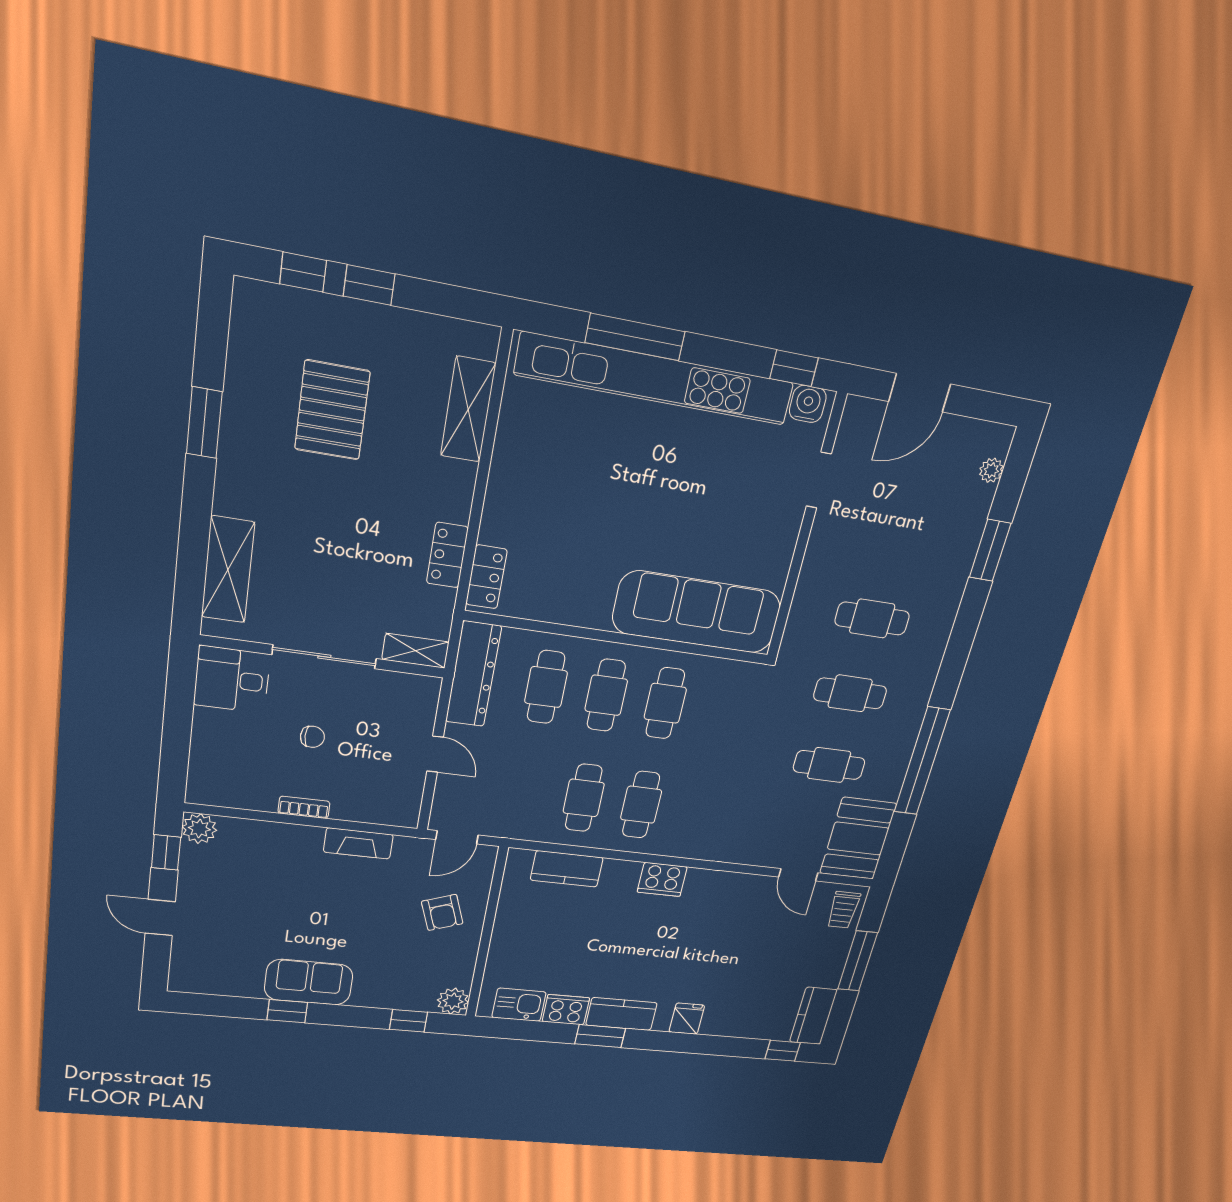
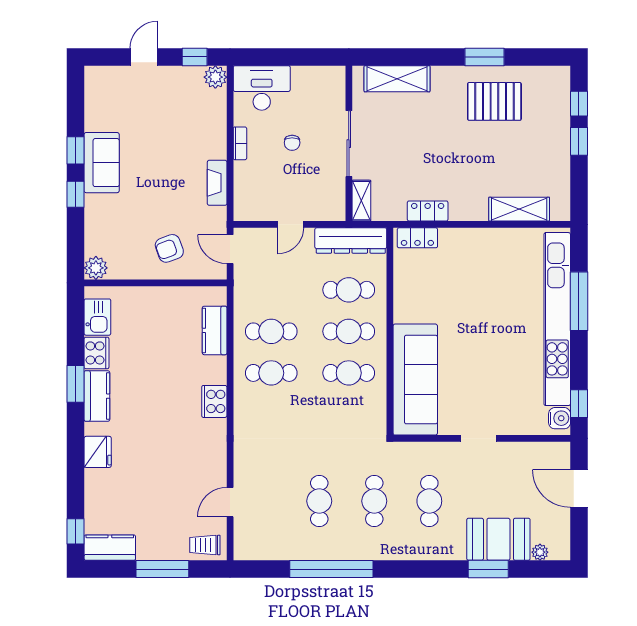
pallet: (332, 410) -> (494, 101), moved
doorway: (819, 480) -> (478, 438), moved
desk: (232, 680) -> (262, 88), moved, width x1.37
booth: (858, 839) -> (498, 539), moved
fridge: (687, 1019) -> (98, 452), width x1.38
window: (408, 1021) -> (76, 194), moved

